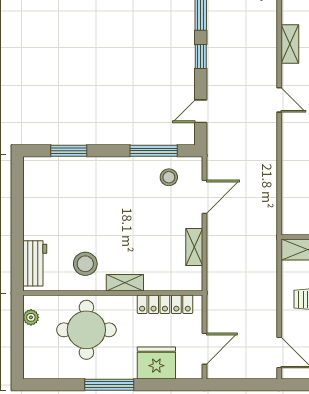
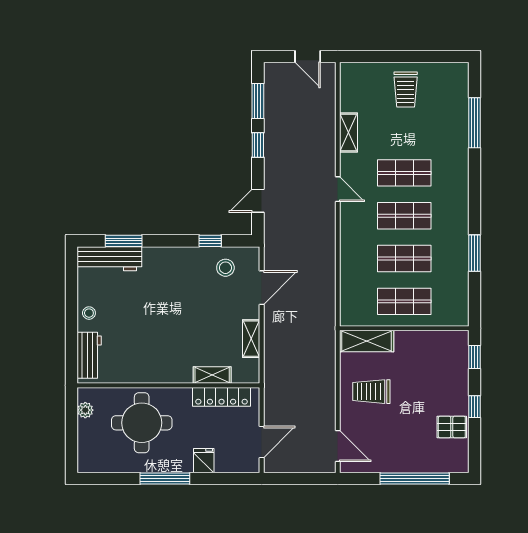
window: (154, 151) -> (210, 241), width x0.46
workbench: (55, 168) -> (109, 259), added
stool: (85, 264) -> (89, 313), moved, width x0.53, depth x0.53
shelving: (125, 283) -> (212, 375), moved
fridge: (156, 363) -> (204, 461), width x0.53, depth x0.75

